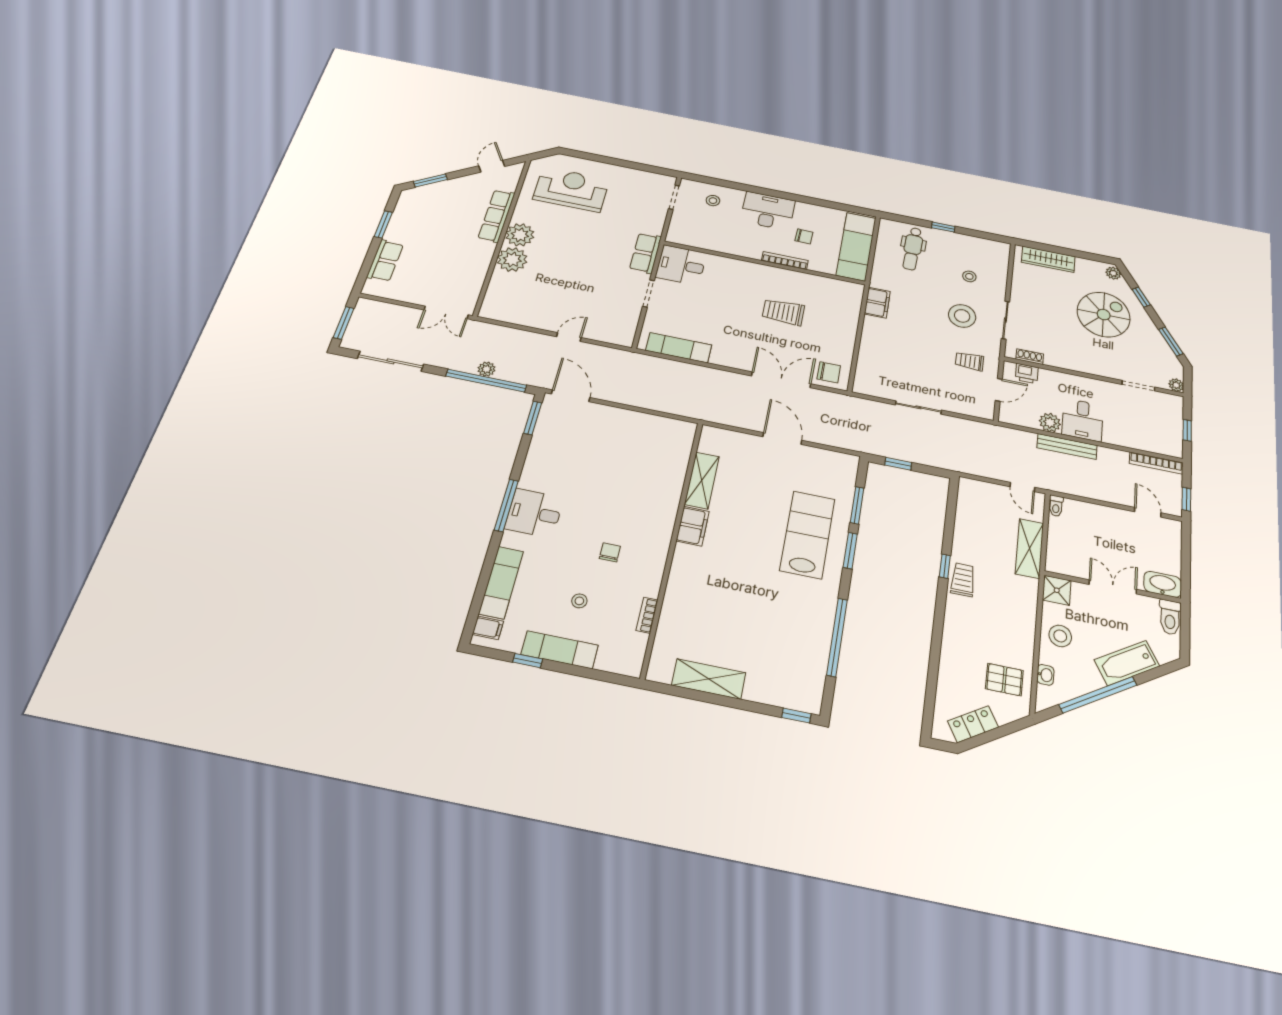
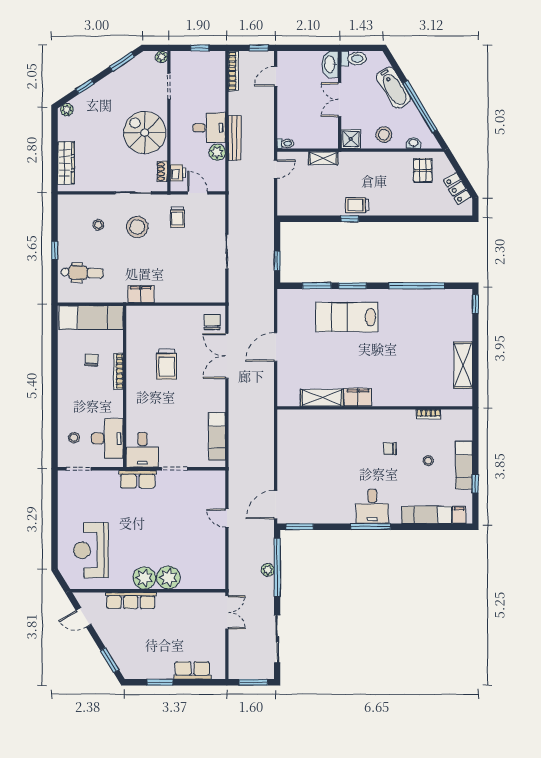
desk: (768, 211) -> (107, 438), moved, turned 180
spiral stairs: (1104, 315) -> (145, 133), moved
shelving: (1029, 548) -> (323, 158), width x0.67, depth x0.75

